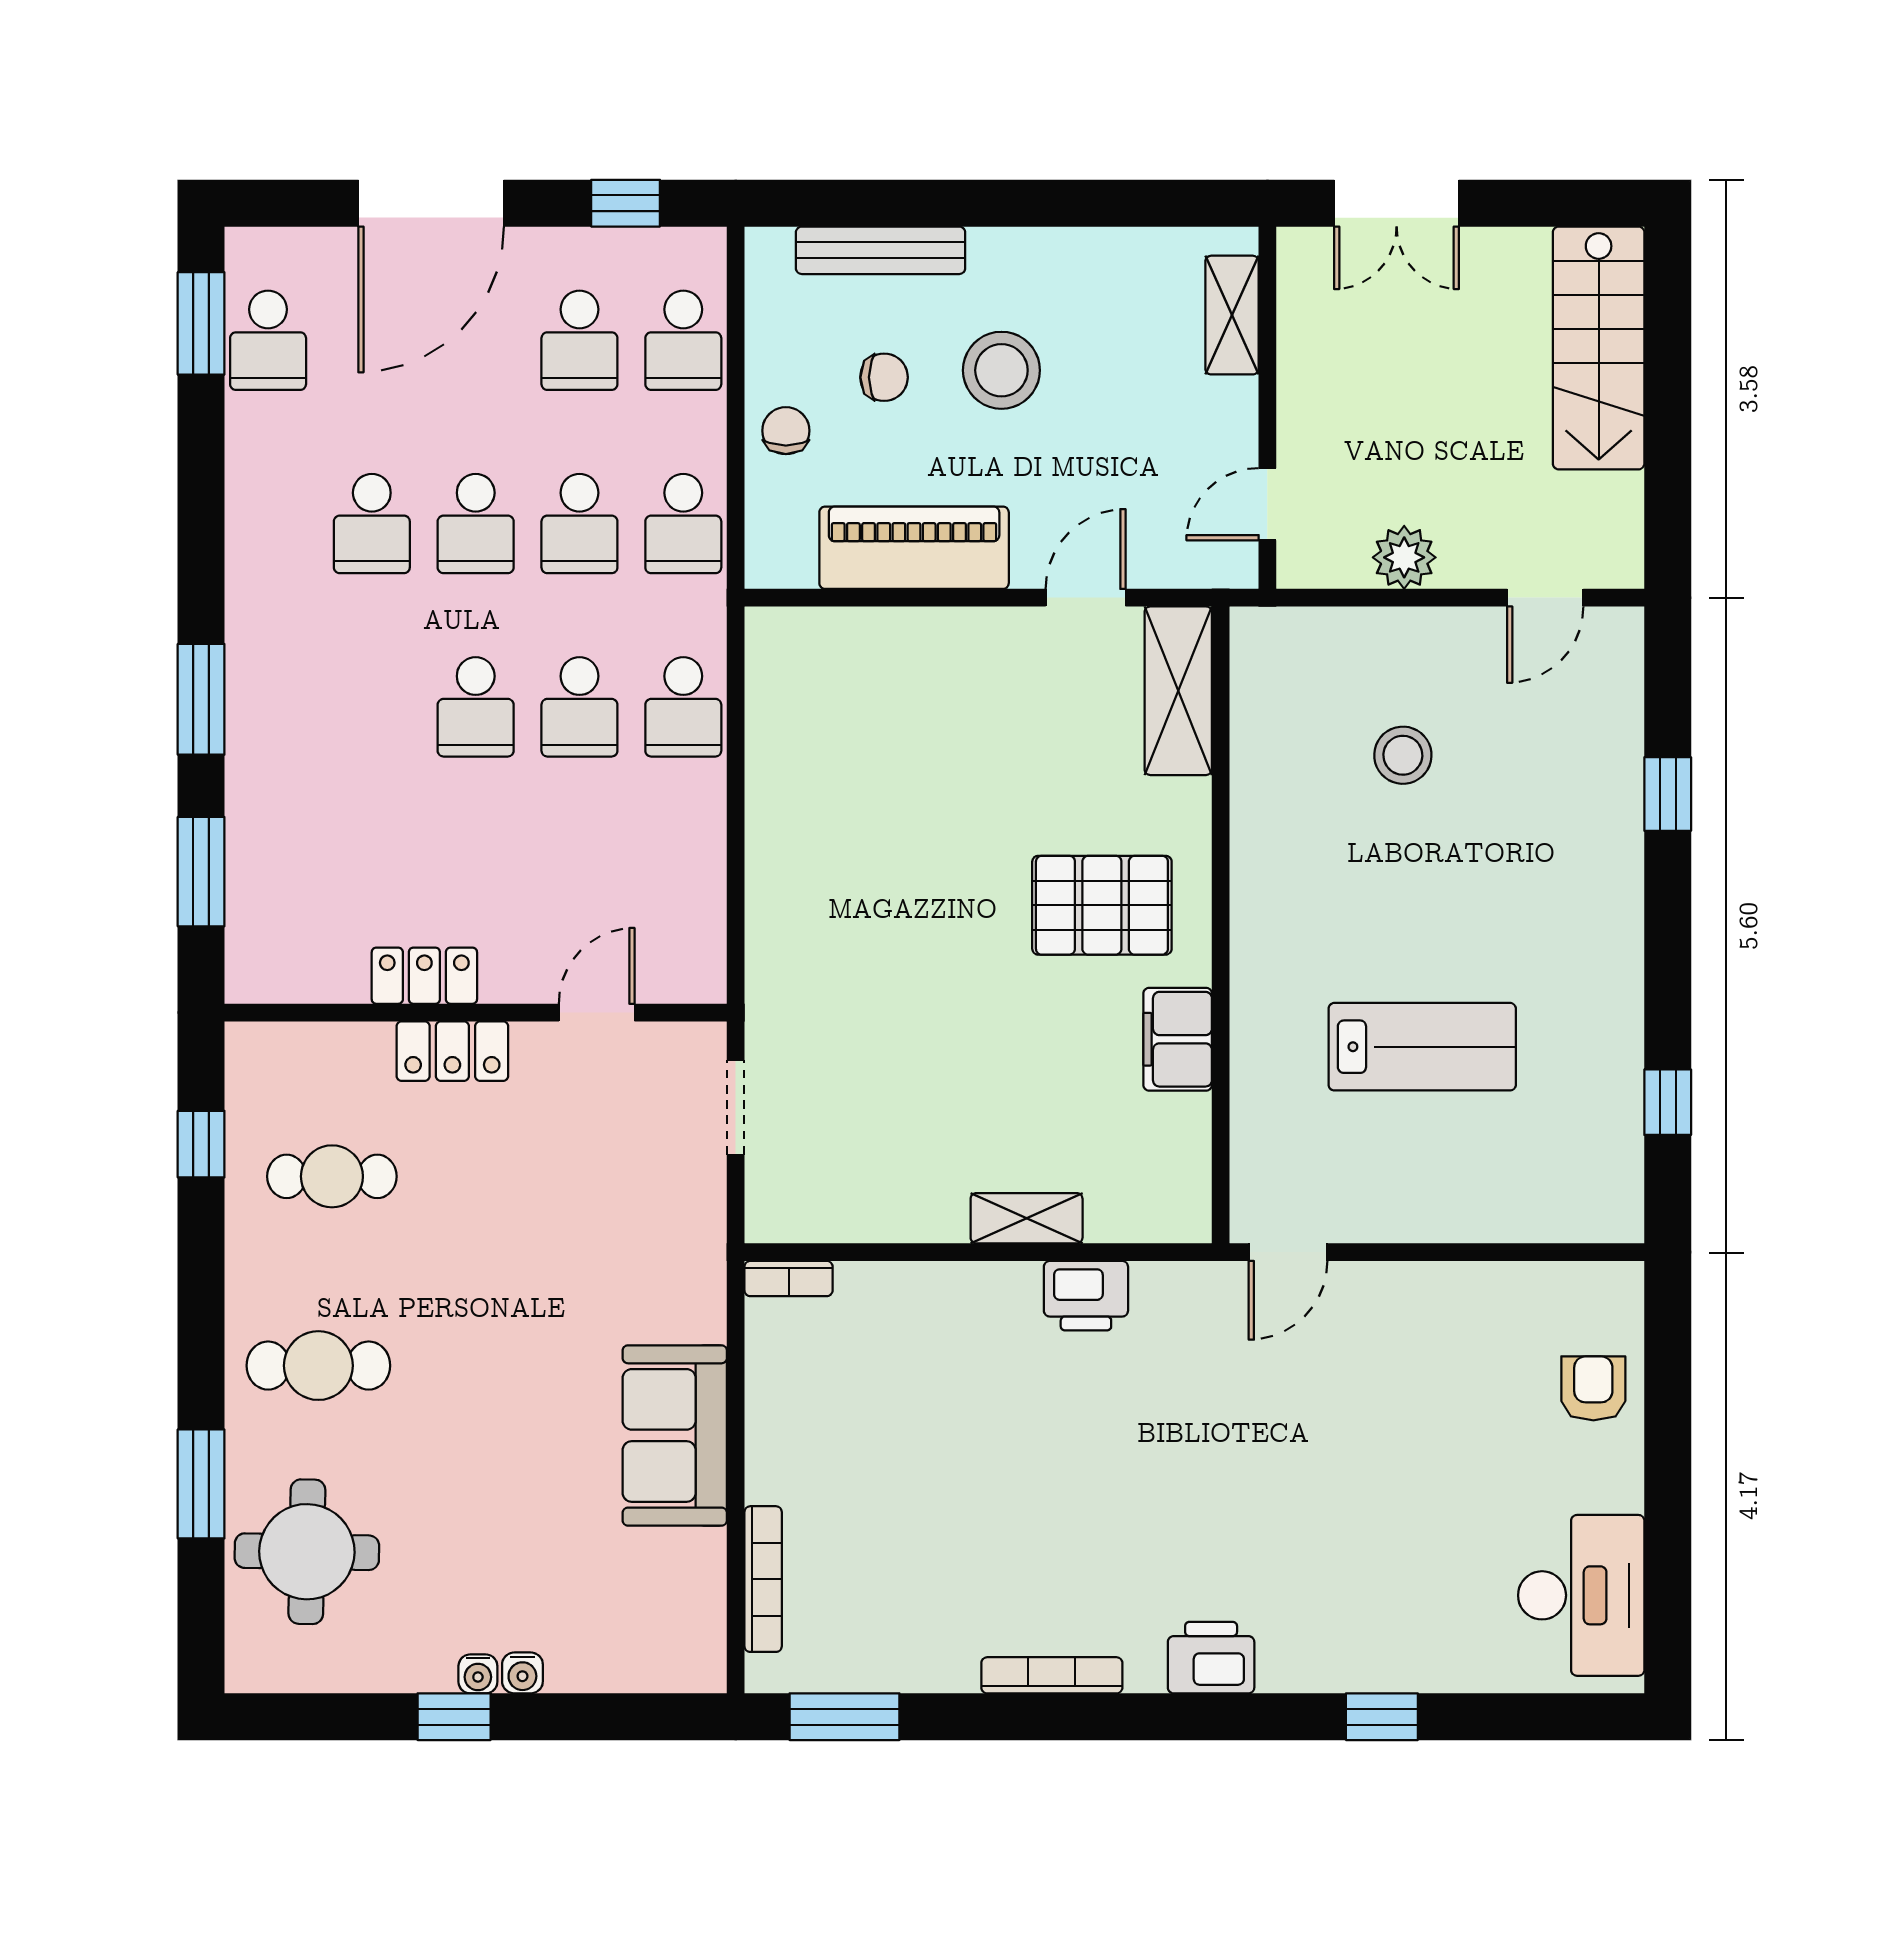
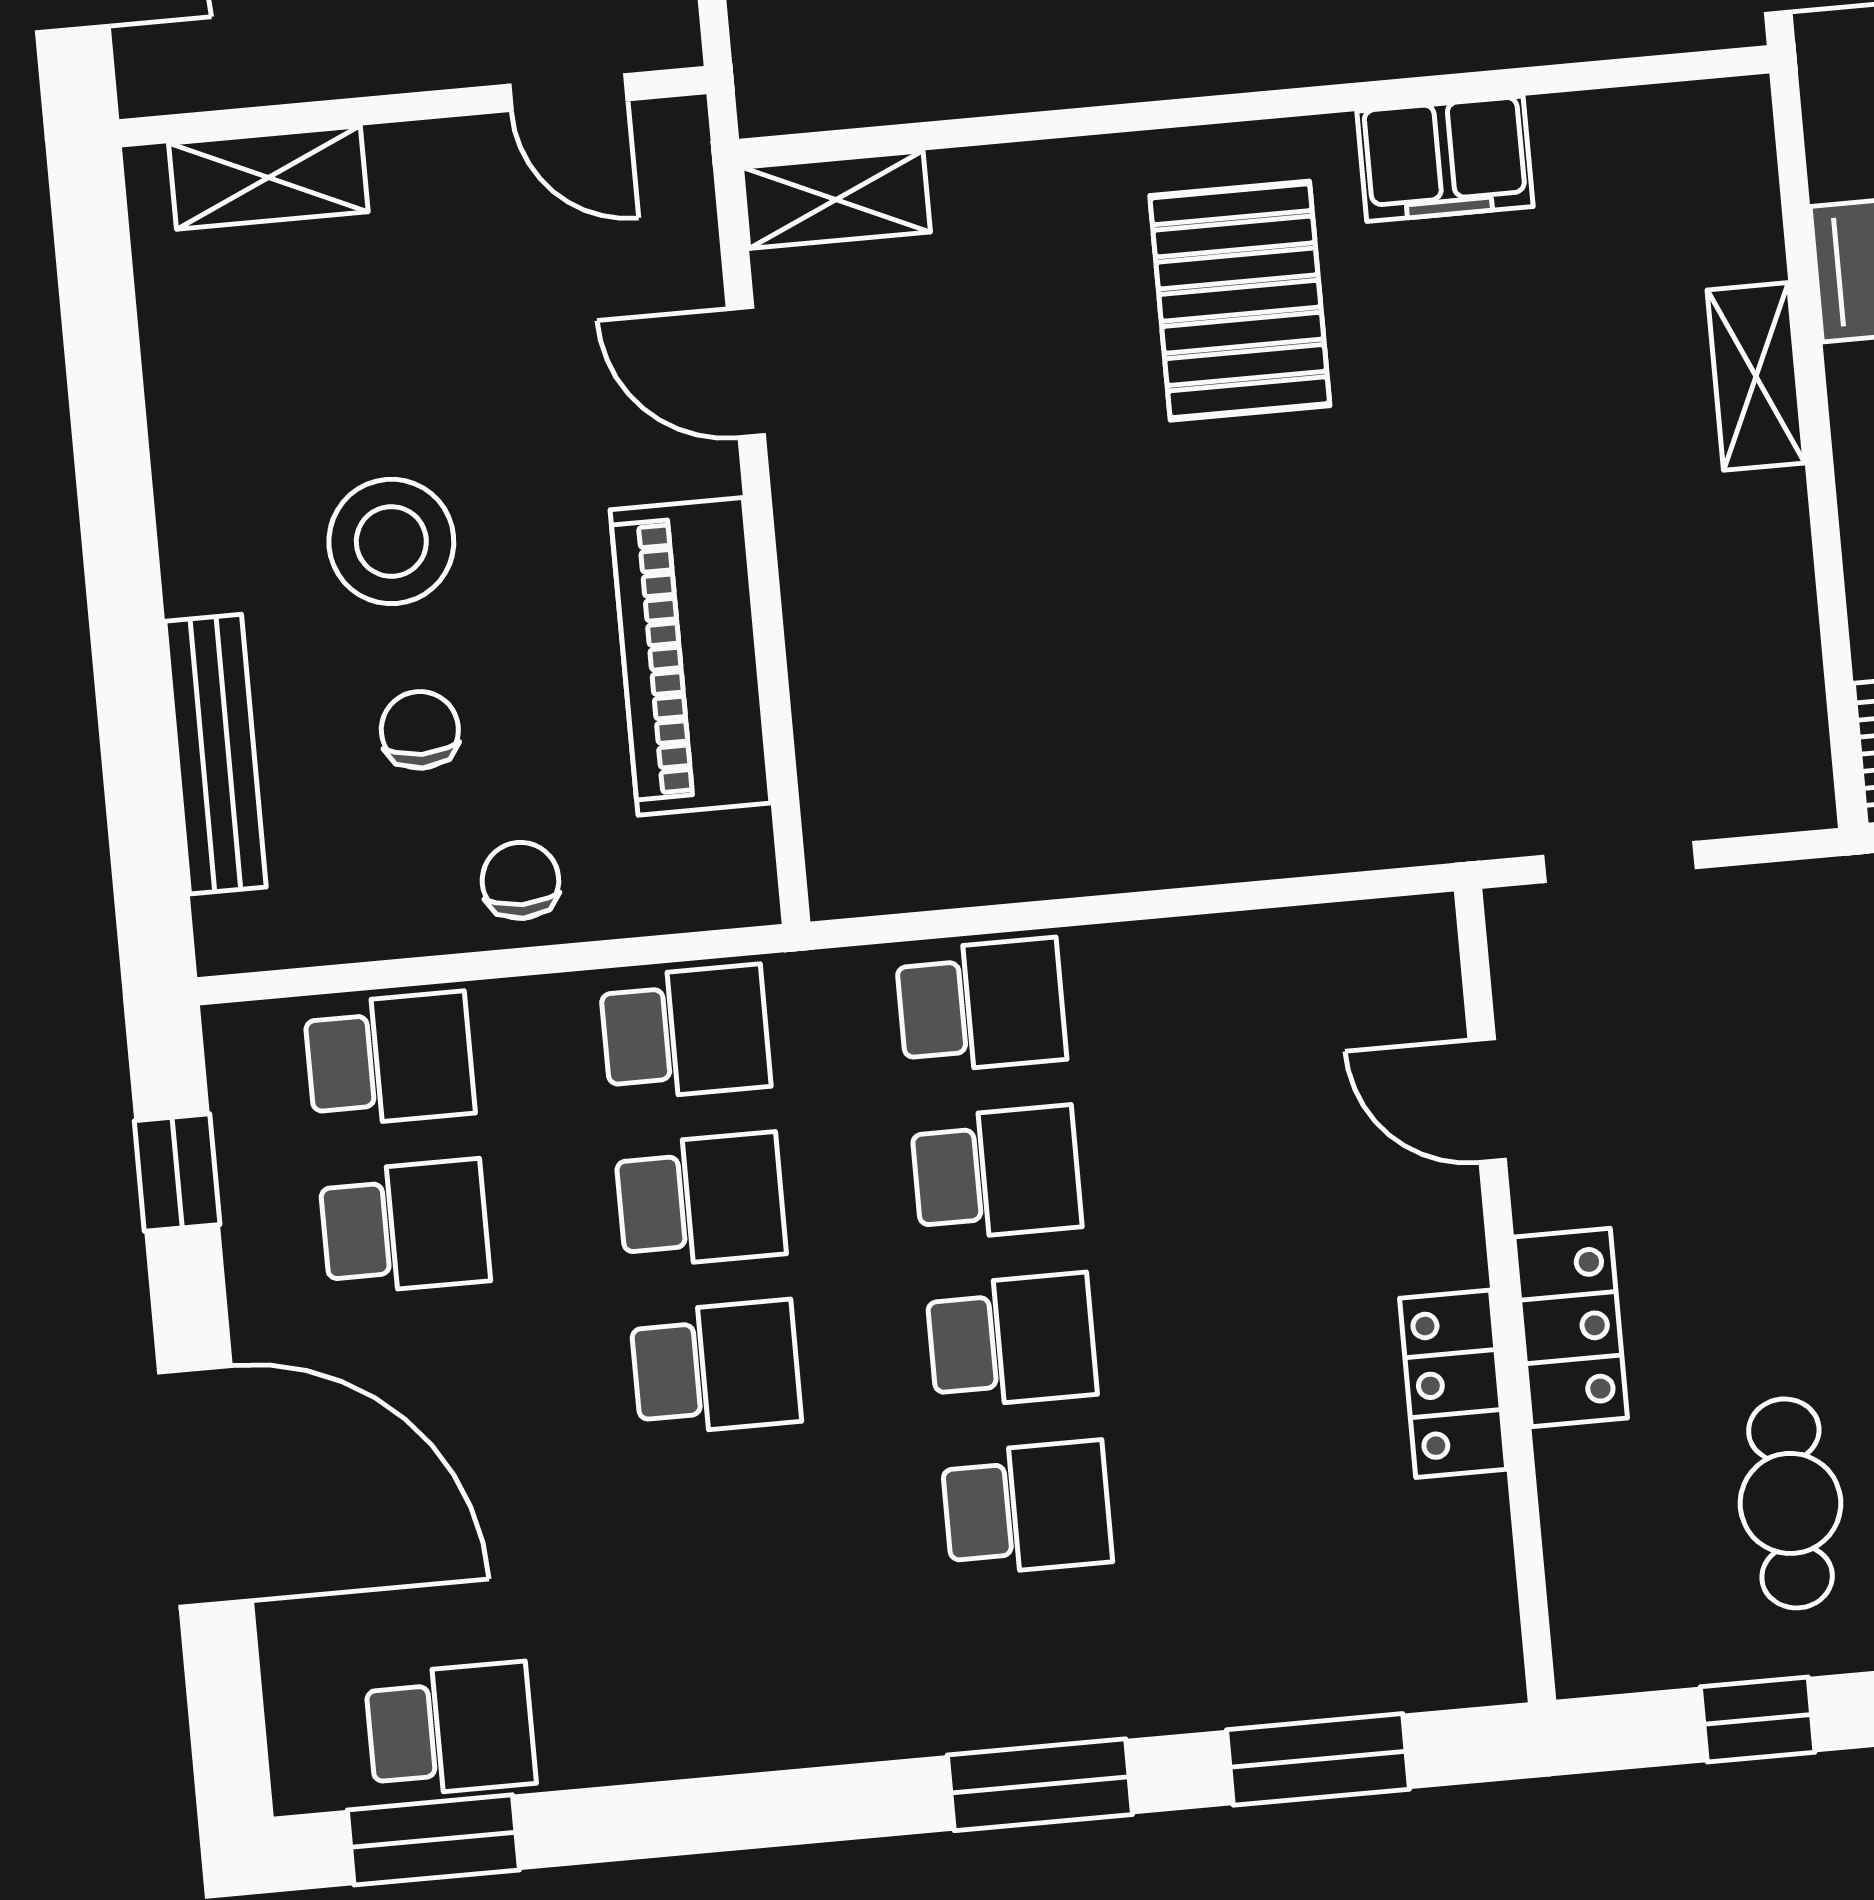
chair: (786, 431) -> (520, 880), turned 90
school desk: (372, 524) -> (1027, 1508), moved
shelving: (1178, 691) -> (836, 200), width x0.67, depth x0.75

